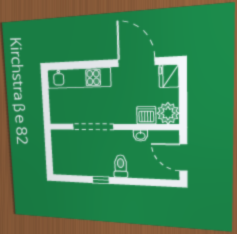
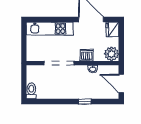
dishwasher: (146, 115) -> (87, 55), moved
toilet: (121, 166) -> (31, 91), moved
window: (101, 180) -> (85, 102), moved

